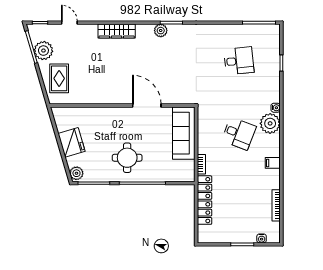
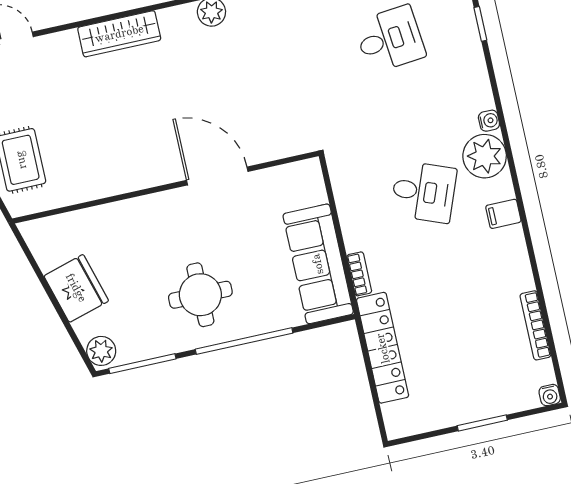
sofa: (184, 133) -> (318, 264), moved
filing cabinet: (273, 163) -> (503, 214), moved
water cooler: (262, 238) -> (550, 395), moved

